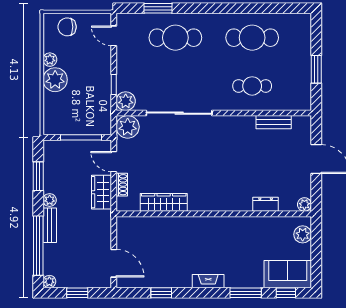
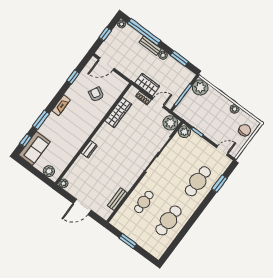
plant: (55, 80) -> (200, 87), moved
dresser: (266, 204) -> (89, 149), moved
armchair: (162, 247) -> (96, 94), added

